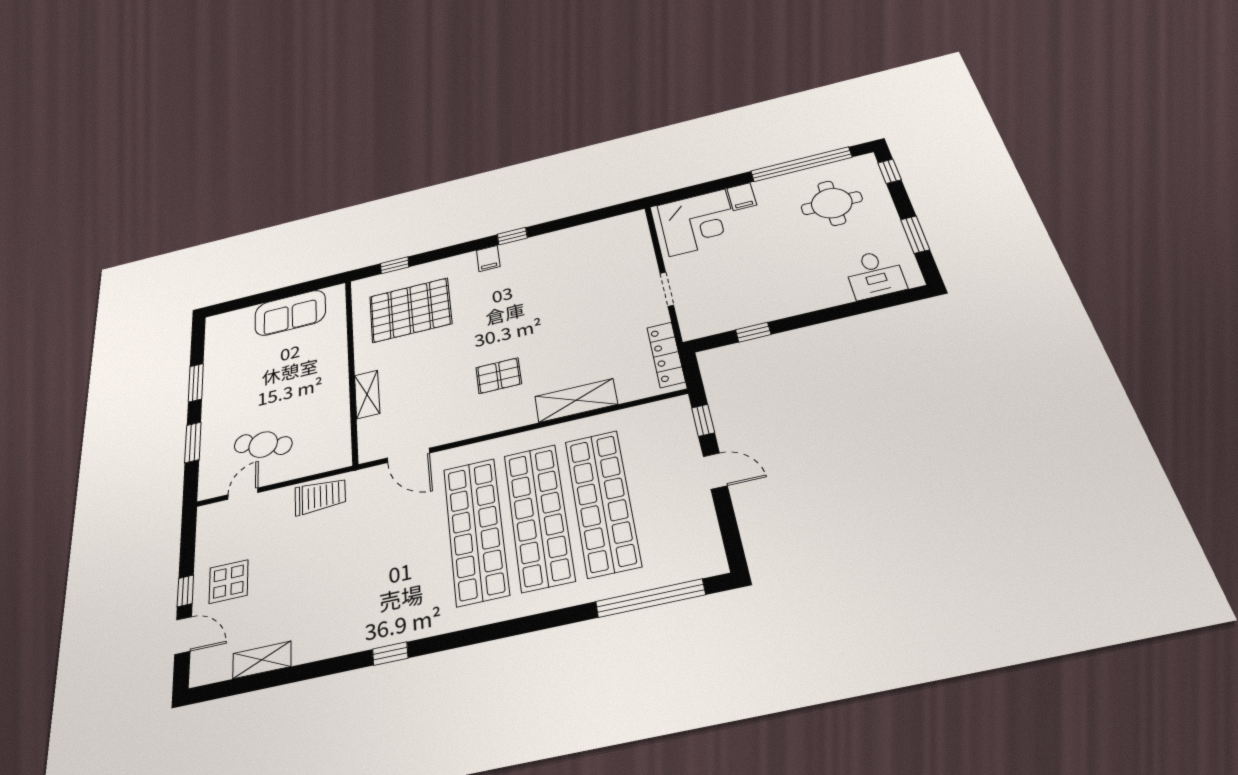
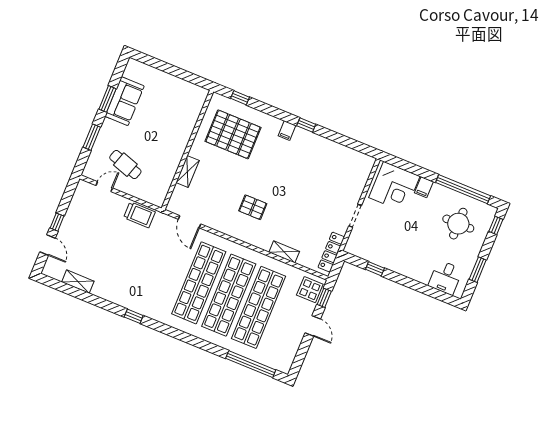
sofa: (290, 313) -> (125, 101), moved, turned -90
shelving: (576, 400) -> (284, 252), width x0.67, depth x0.75
display table: (229, 582) -> (310, 290), moved

